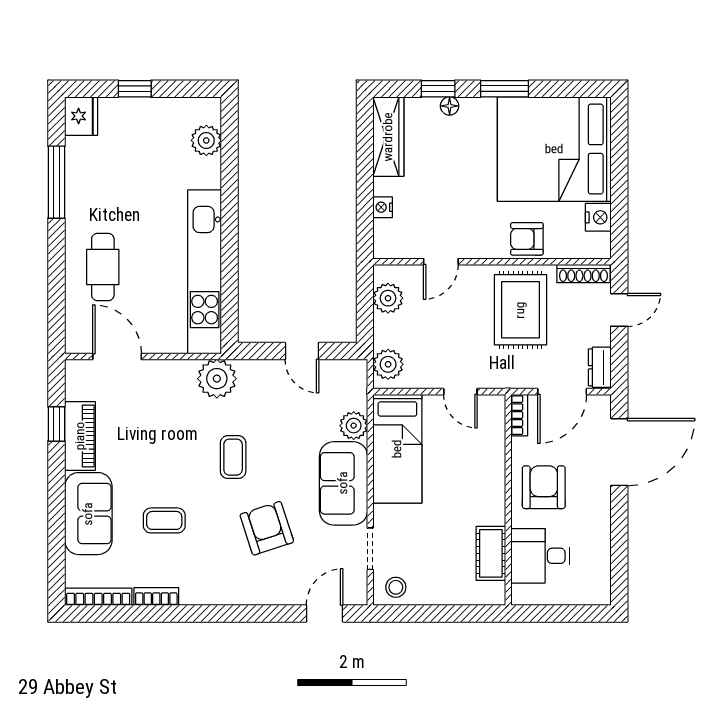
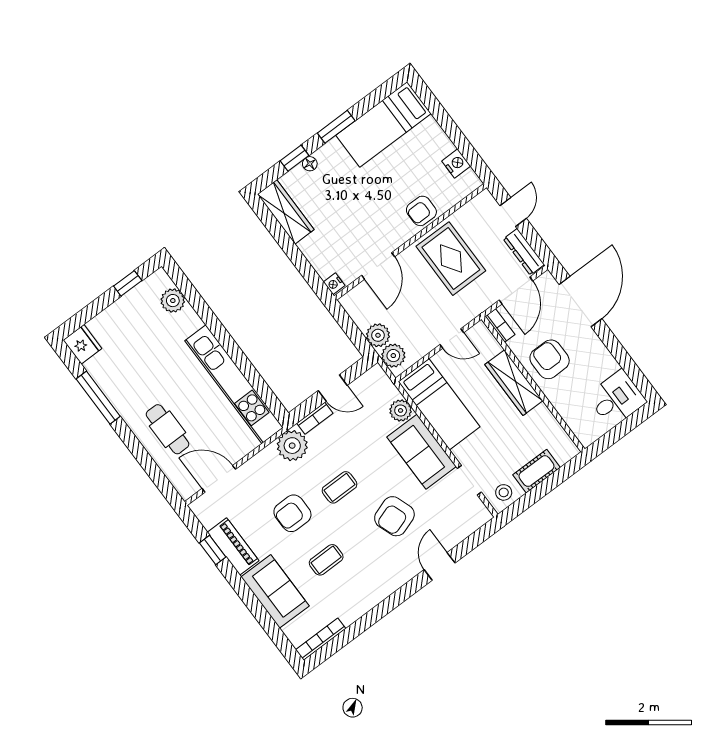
window: (135, 89) -> (128, 283), moved
bed: (554, 149) -> (384, 124), width x0.49
nightstand: (383, 207) -> (334, 284), moved
door: (441, 262) -> (378, 266), width x1.38
shoe rack: (583, 274) -> (473, 206), removed
plant: (388, 298) -> (378, 335), moved
dresser: (600, 367) -> (524, 252), width x1.44
armchair: (166, 447) -> (292, 513), added
coffee table: (233, 457) -> (339, 487), turned 90
wardrobe: (490, 484) -> (514, 383), added
armchair: (267, 528) -> (394, 516), turned -91
cot: (491, 553) -> (537, 471), moved, turned 90
desk: (540, 556) -> (616, 399), moved, turned 180
bookcase: (156, 596) -> (315, 418), moved, turned 180
door: (325, 613) -> (440, 566), moved

